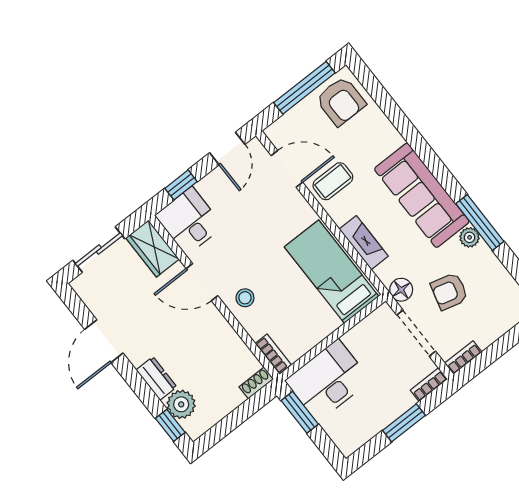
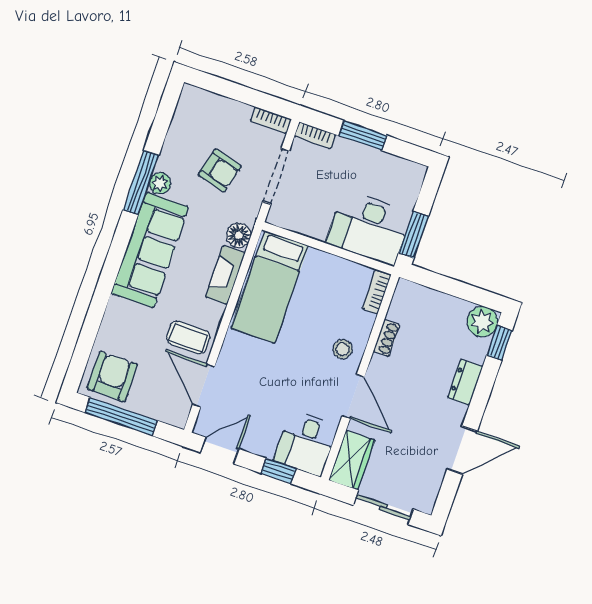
floor lamp: (401, 290) -> (239, 235), moved
shoe rack: (256, 383) -> (386, 338), moved, turned -90
plant: (181, 404) -> (482, 322), moved

